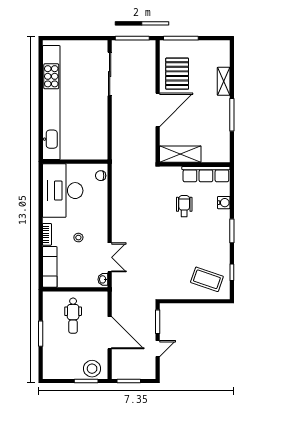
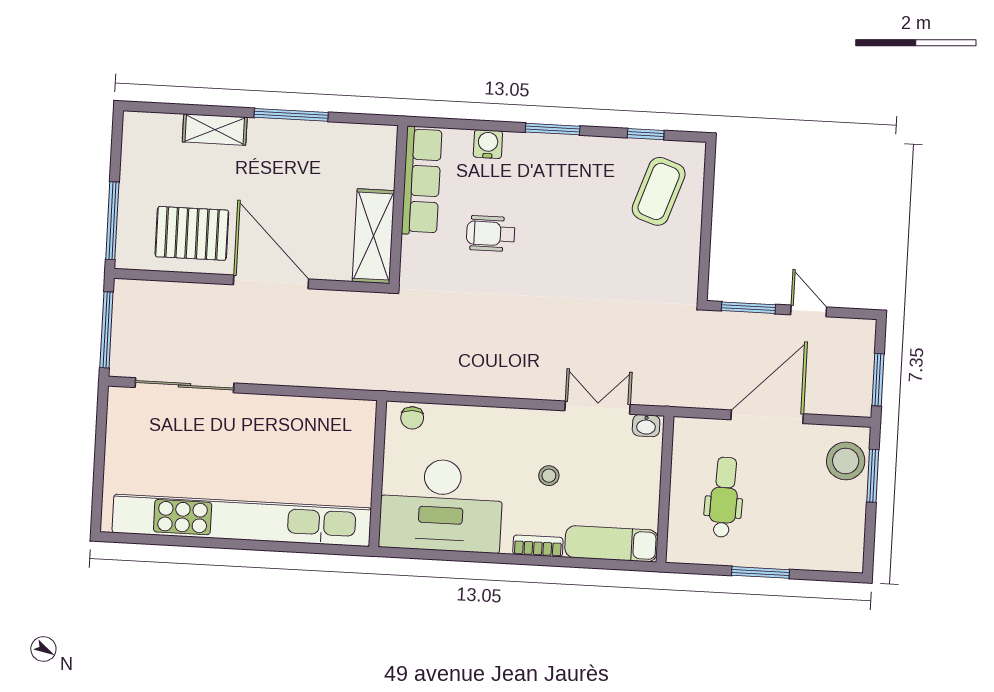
dental chair: (73, 316) -> (724, 497), turned -88

